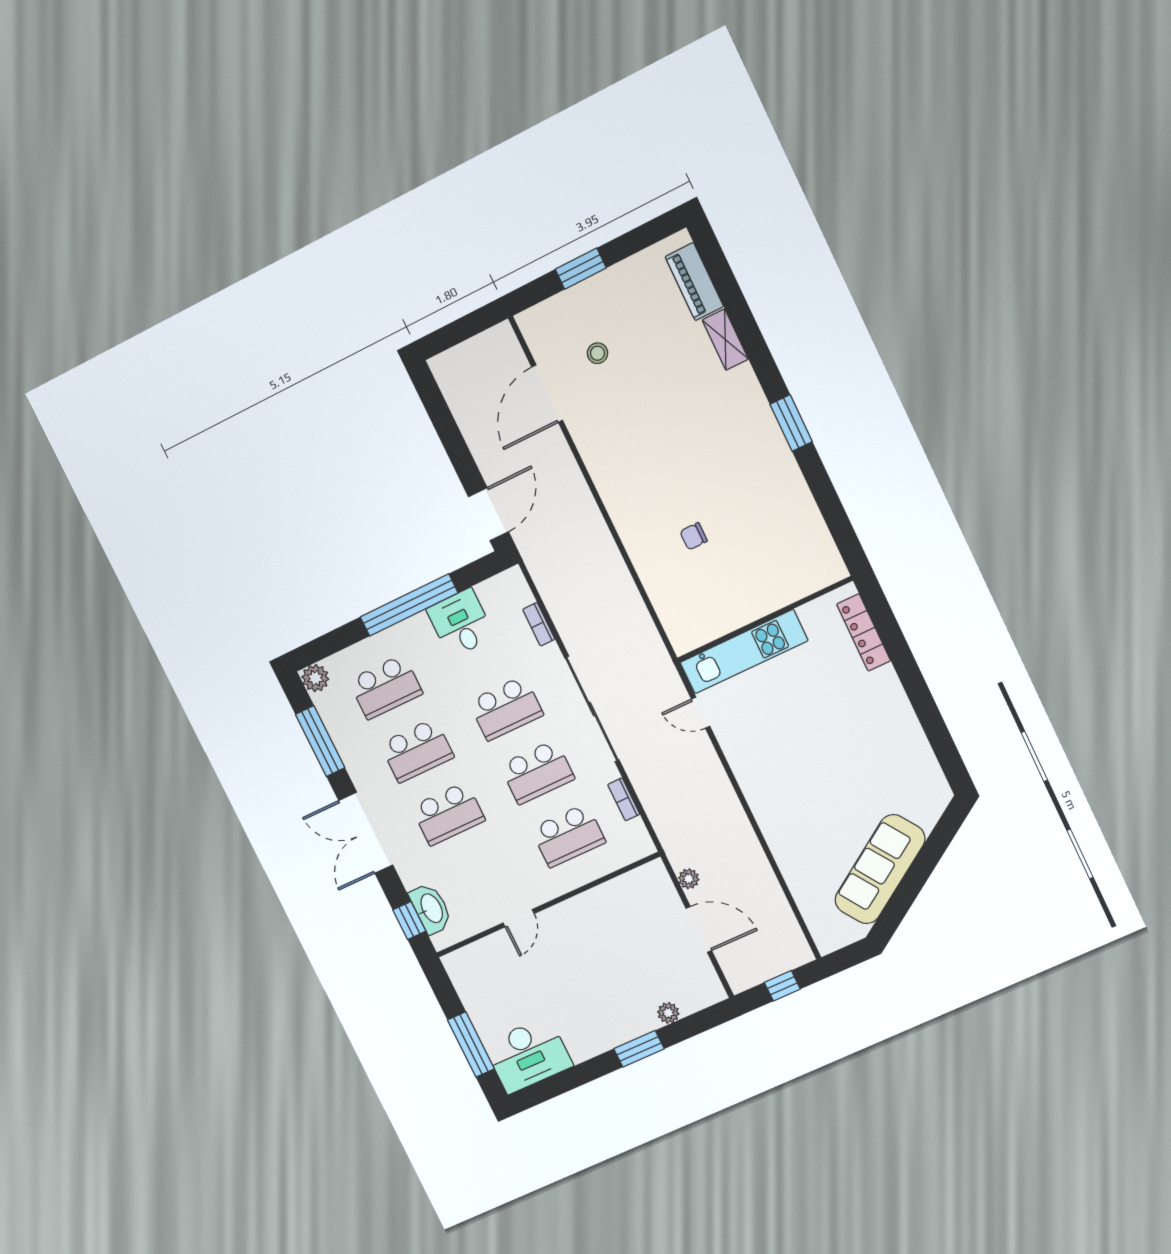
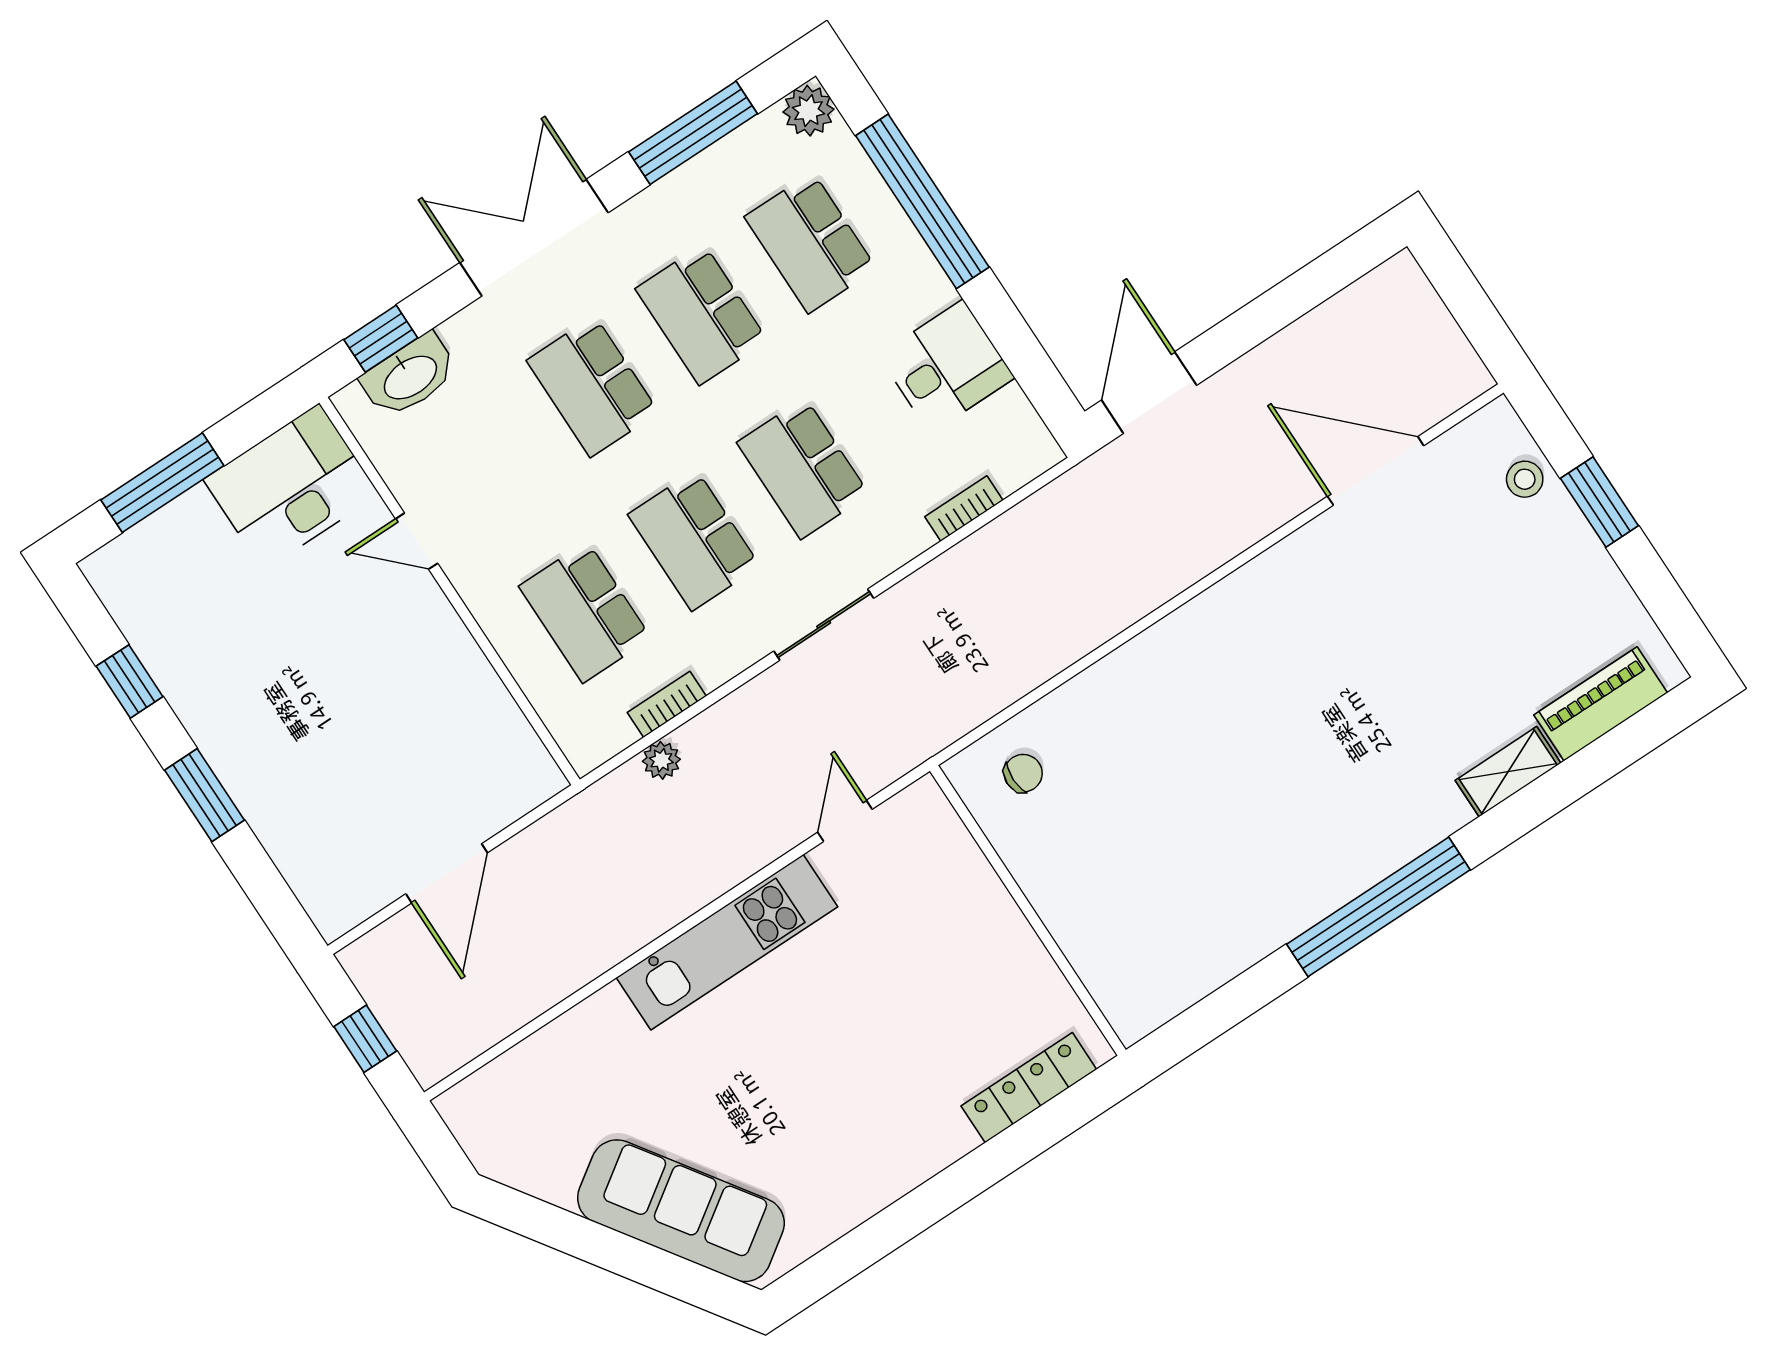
stool: (597, 353) -> (1525, 479), moved
window: (791, 423) -> (1378, 907), width x2.11
door: (488, 514) -> (1149, 393), swing flipped
chair: (694, 536) -> (1023, 773), moved, turned 90
window: (409, 605) -> (922, 201), moved
kitchen unit: (744, 652) -> (727, 942), moved, turned -90
sliding door: (592, 709) -> (824, 625), width x0.54
sofa: (880, 869) -> (681, 1211), moved
plant: (689, 879) -> (661, 760), moved
plant: (668, 1013) -> (281, 839), removed
desk: (528, 1055) -> (291, 487), moved, turned 90
window: (573, 1078) -> (130, 681), added

